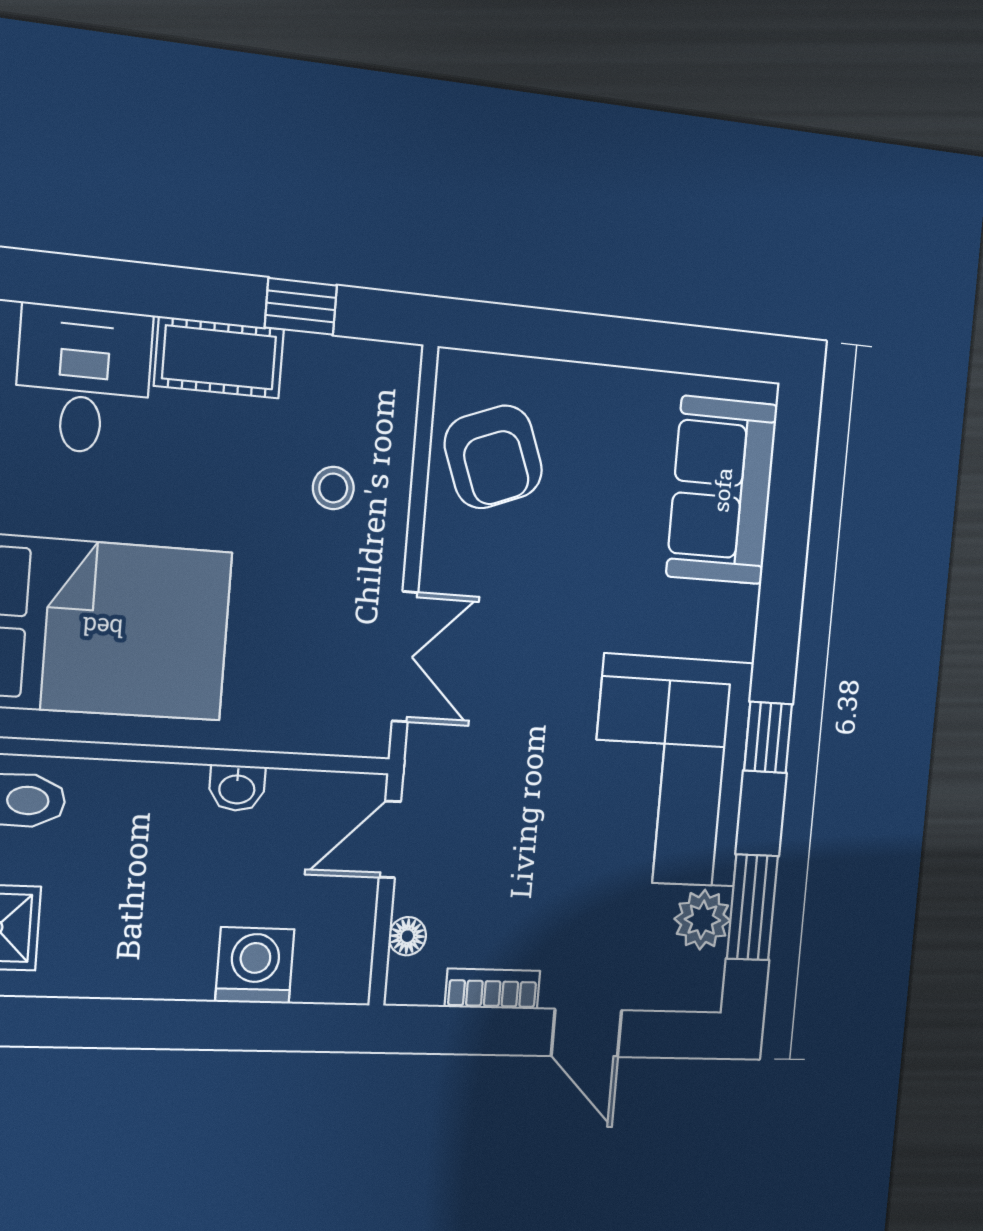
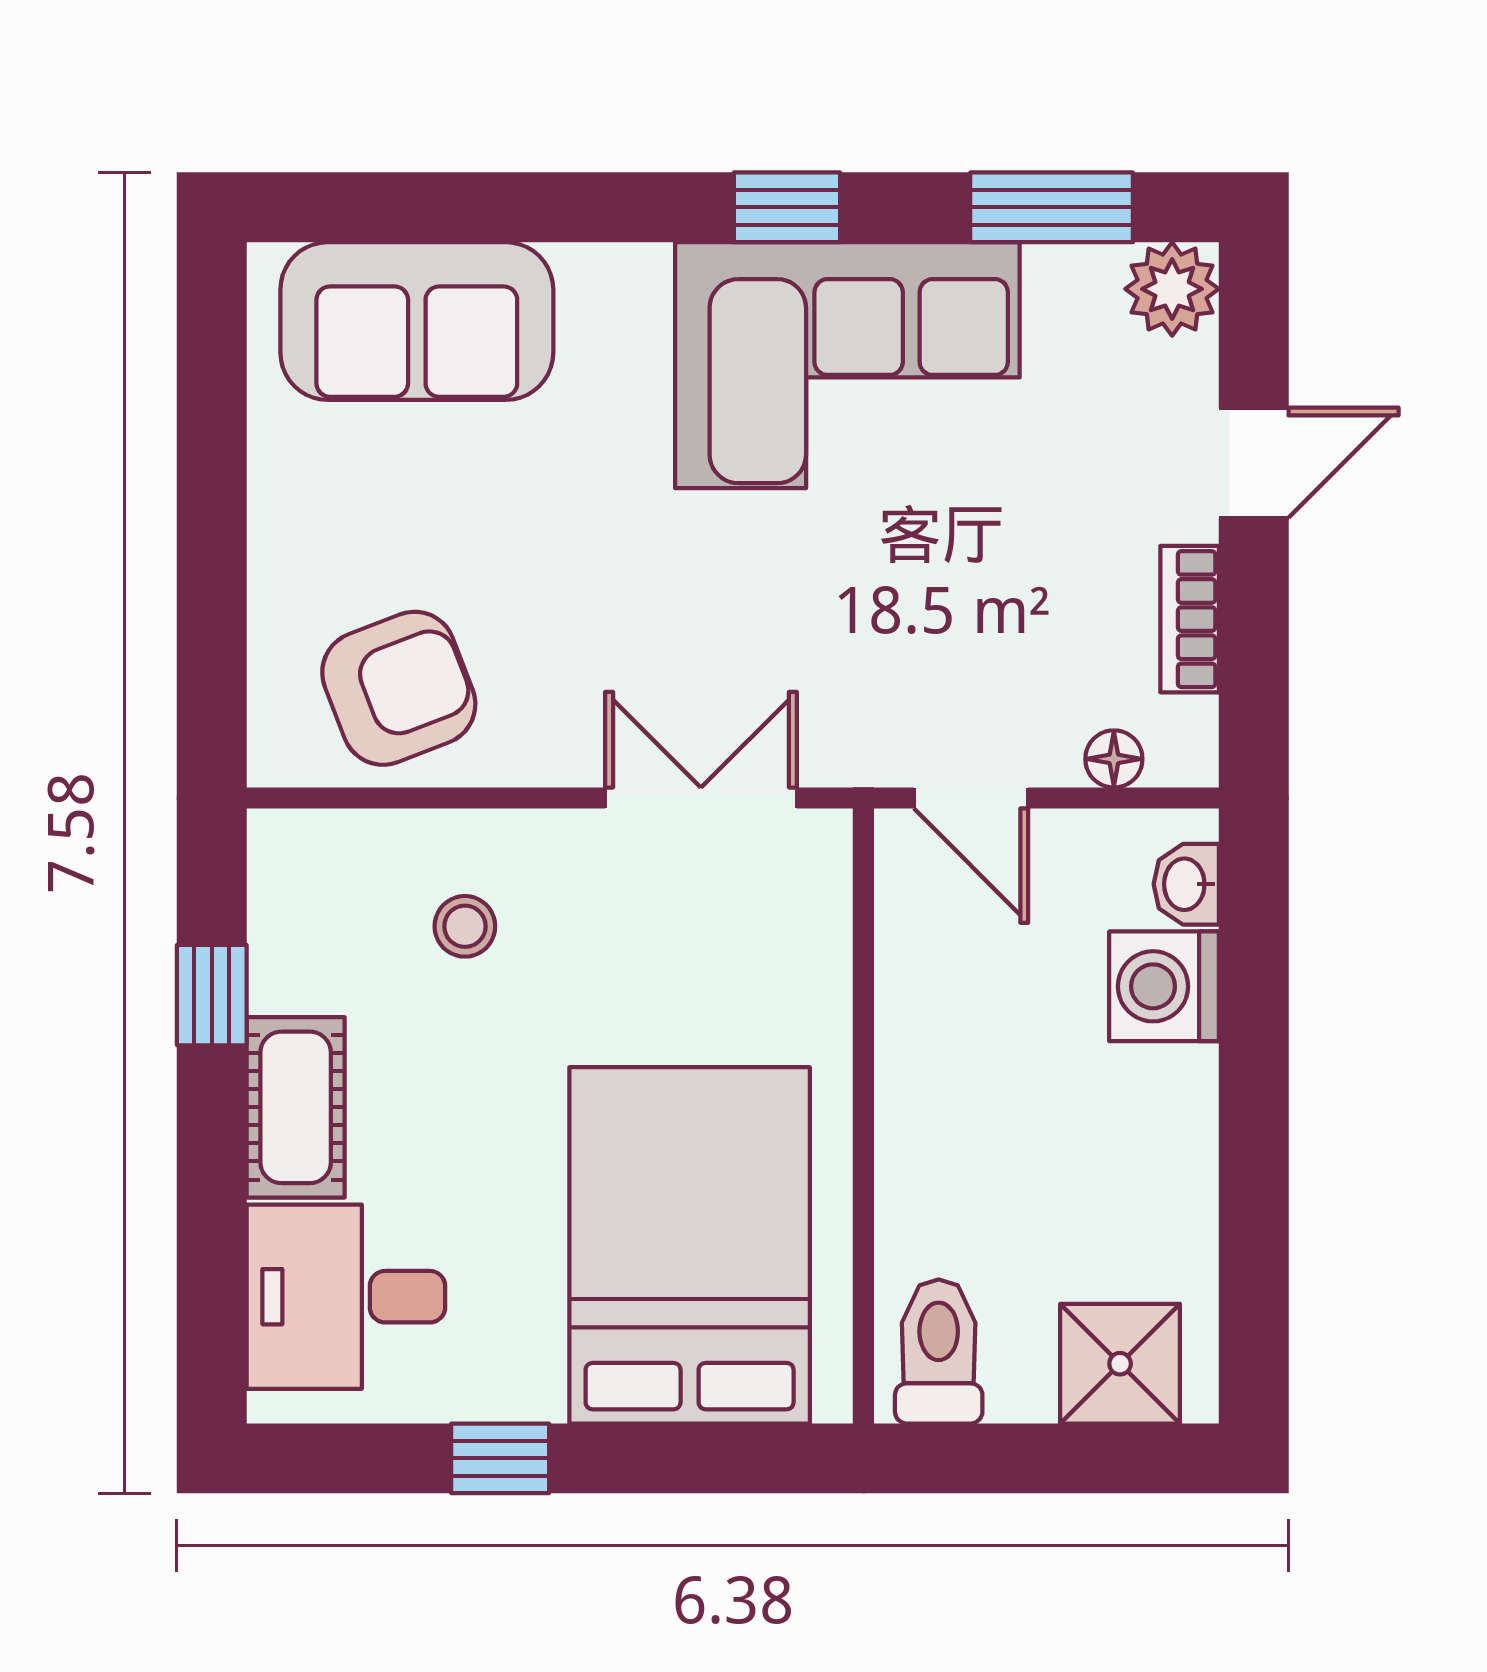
washbasin: (237, 788) -> (1186, 884), moved, turned 180
plant: (702, 920) -> (1172, 289), moved

